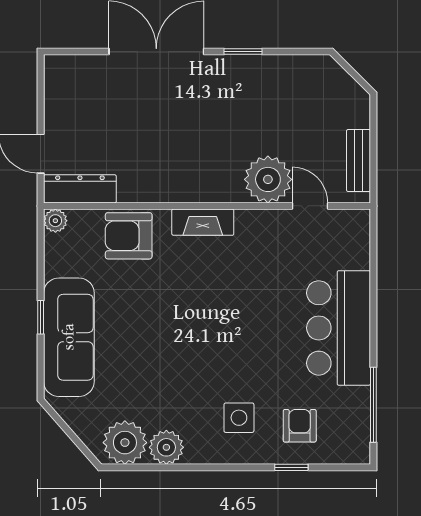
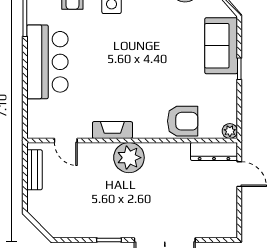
plant: (268, 179) -> (129, 158), moved
fireplace: (203, 222) -> (112, 130), moved
sofa: (69, 337) -> (221, 46), width x0.73

